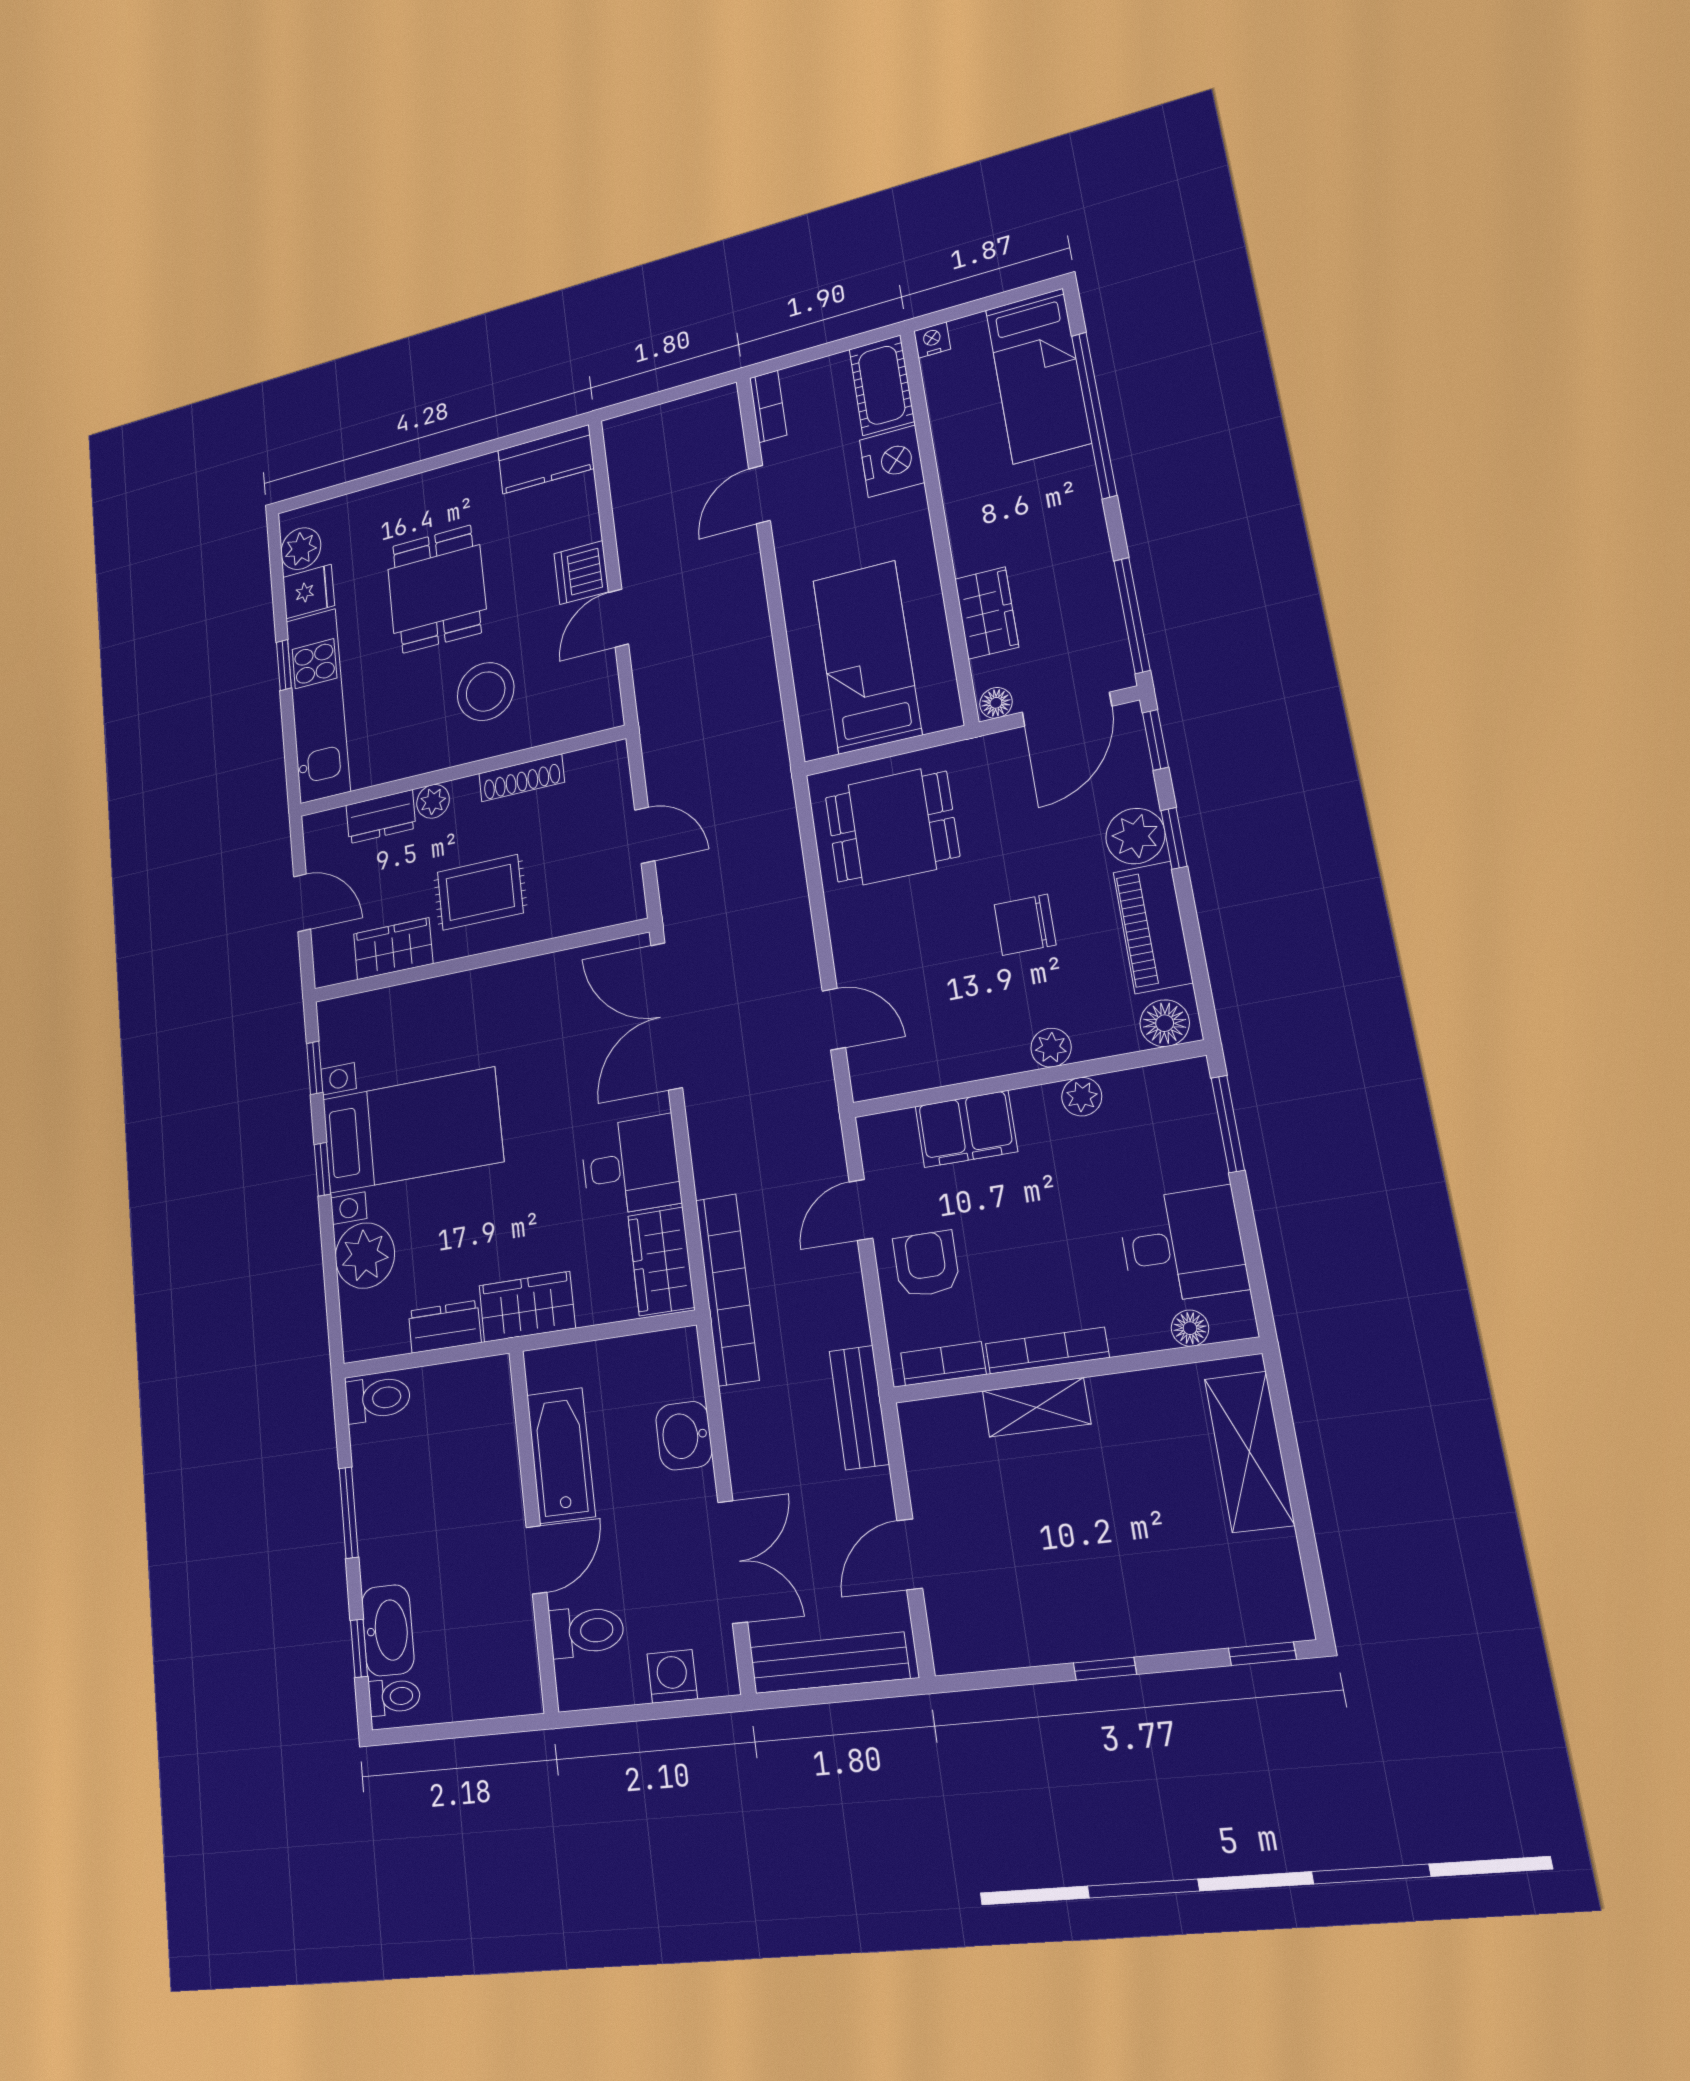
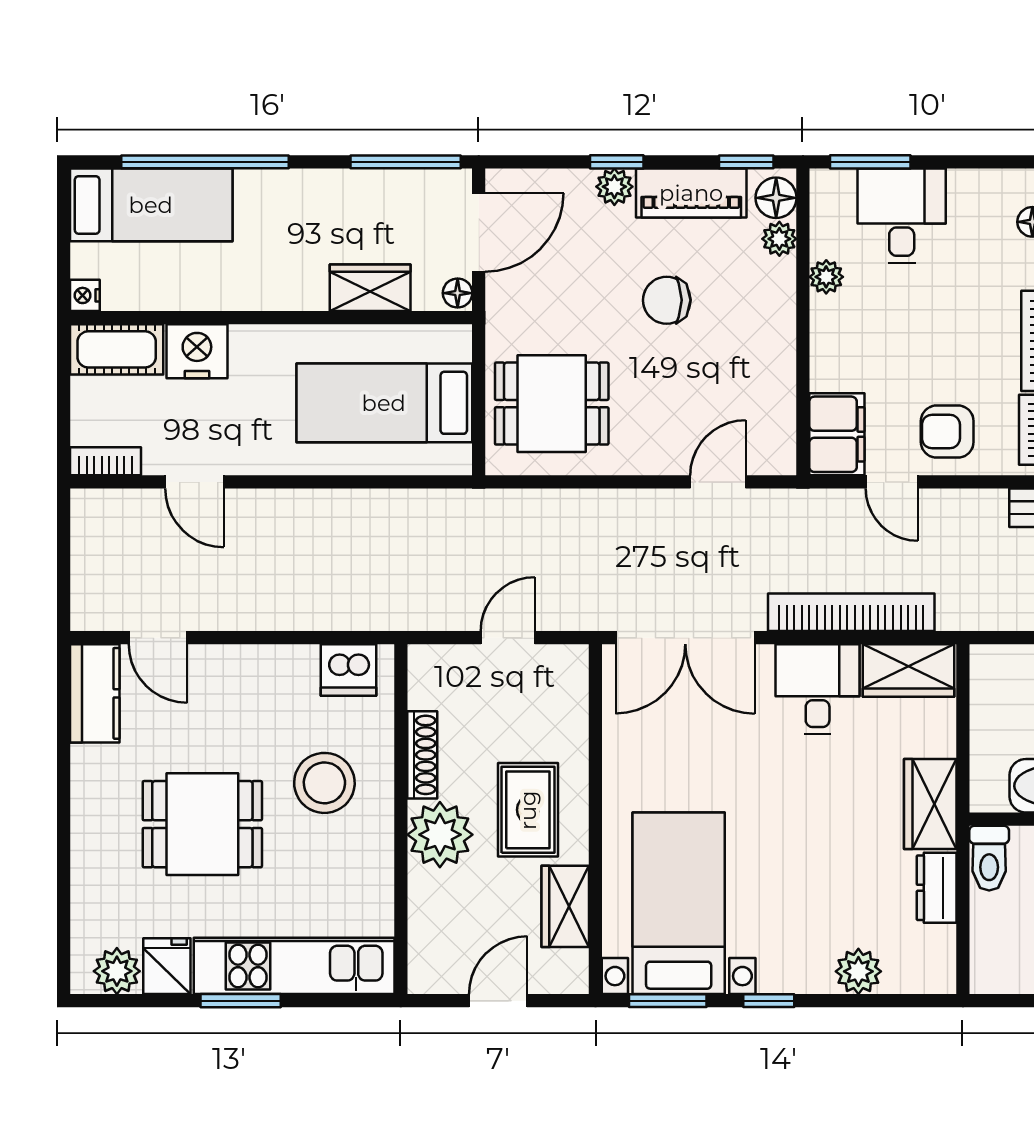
dishwasher: (581, 573) -> (348, 670), moved
door: (619, 618) -> (158, 638), moved
window: (284, 665) -> (241, 1001), width x1.50
door: (1067, 709) -> (479, 232), hinge flipped
window: (1155, 740) -> (746, 162), moved
plant: (433, 801) -> (440, 835), width x1.88, depth x1.88
dresser: (381, 817) -> (428, 907), removed
dining table: (892, 827) -> (552, 404), turned 90
plant: (1135, 836) -> (614, 187), width x0.73, depth x0.73
chair: (1025, 925) -> (667, 300), turned 90
plant: (1051, 1048) -> (779, 239), moved
window: (315, 1068) -> (668, 1001), width x1.50
filing cabinet: (966, 1129) -> (837, 434), moved
bed with nightstands: (412, 1130) -> (679, 903), moved
desk: (1182, 1245) -> (902, 216), moved
plant: (365, 1256) -> (858, 971), width x0.73, depth x0.73
bookcase: (727, 1289) -> (851, 612), moved
toilet: (378, 1399) -> (989, 858), moved, turned 180

